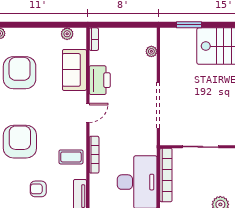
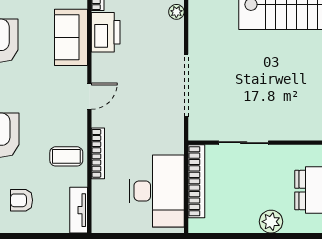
printer: (100, 80) -> (106, 32), moved

